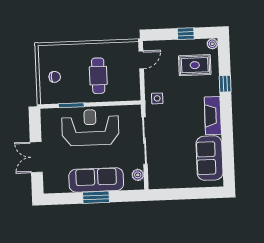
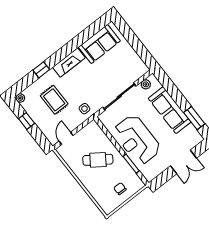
door: (141, 60) -> (66, 138), hinge flipped
rug: (195, 65) -> (54, 100), moved
cafe table: (98, 76) -> (98, 160), turned 35
window: (96, 197) -> (194, 118), moved

